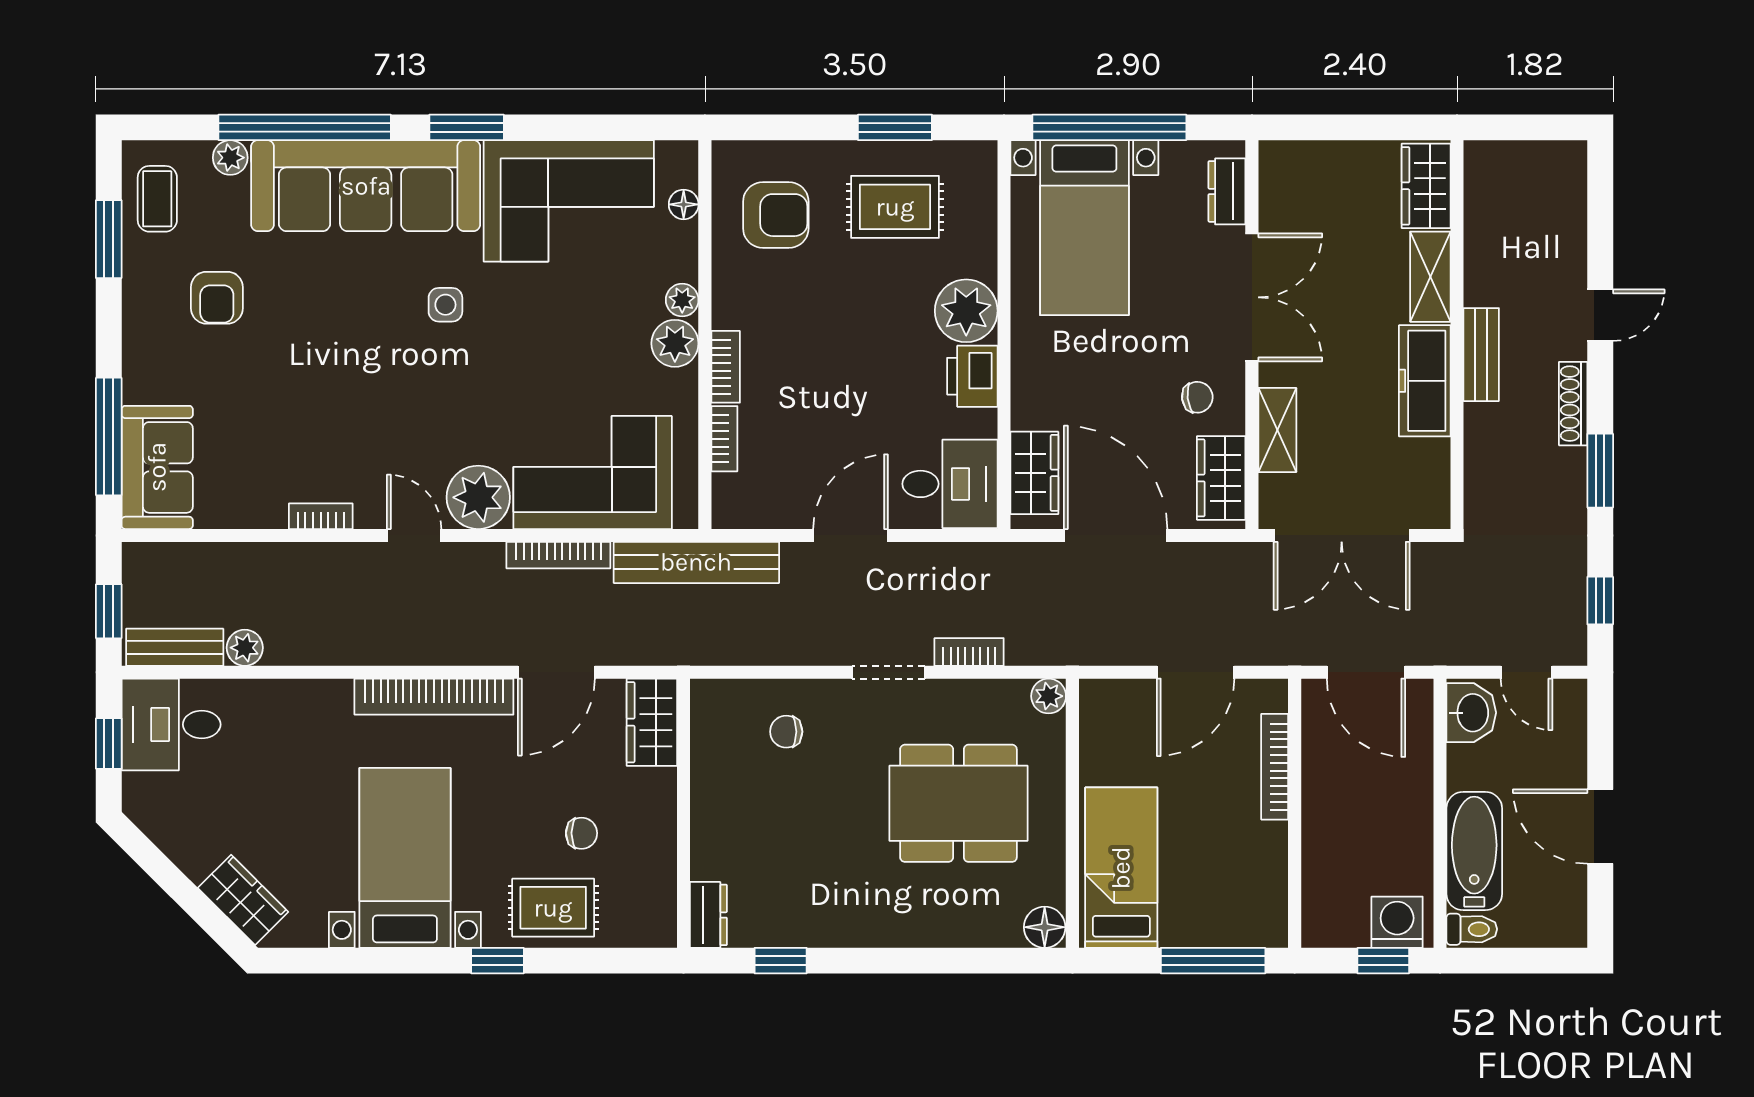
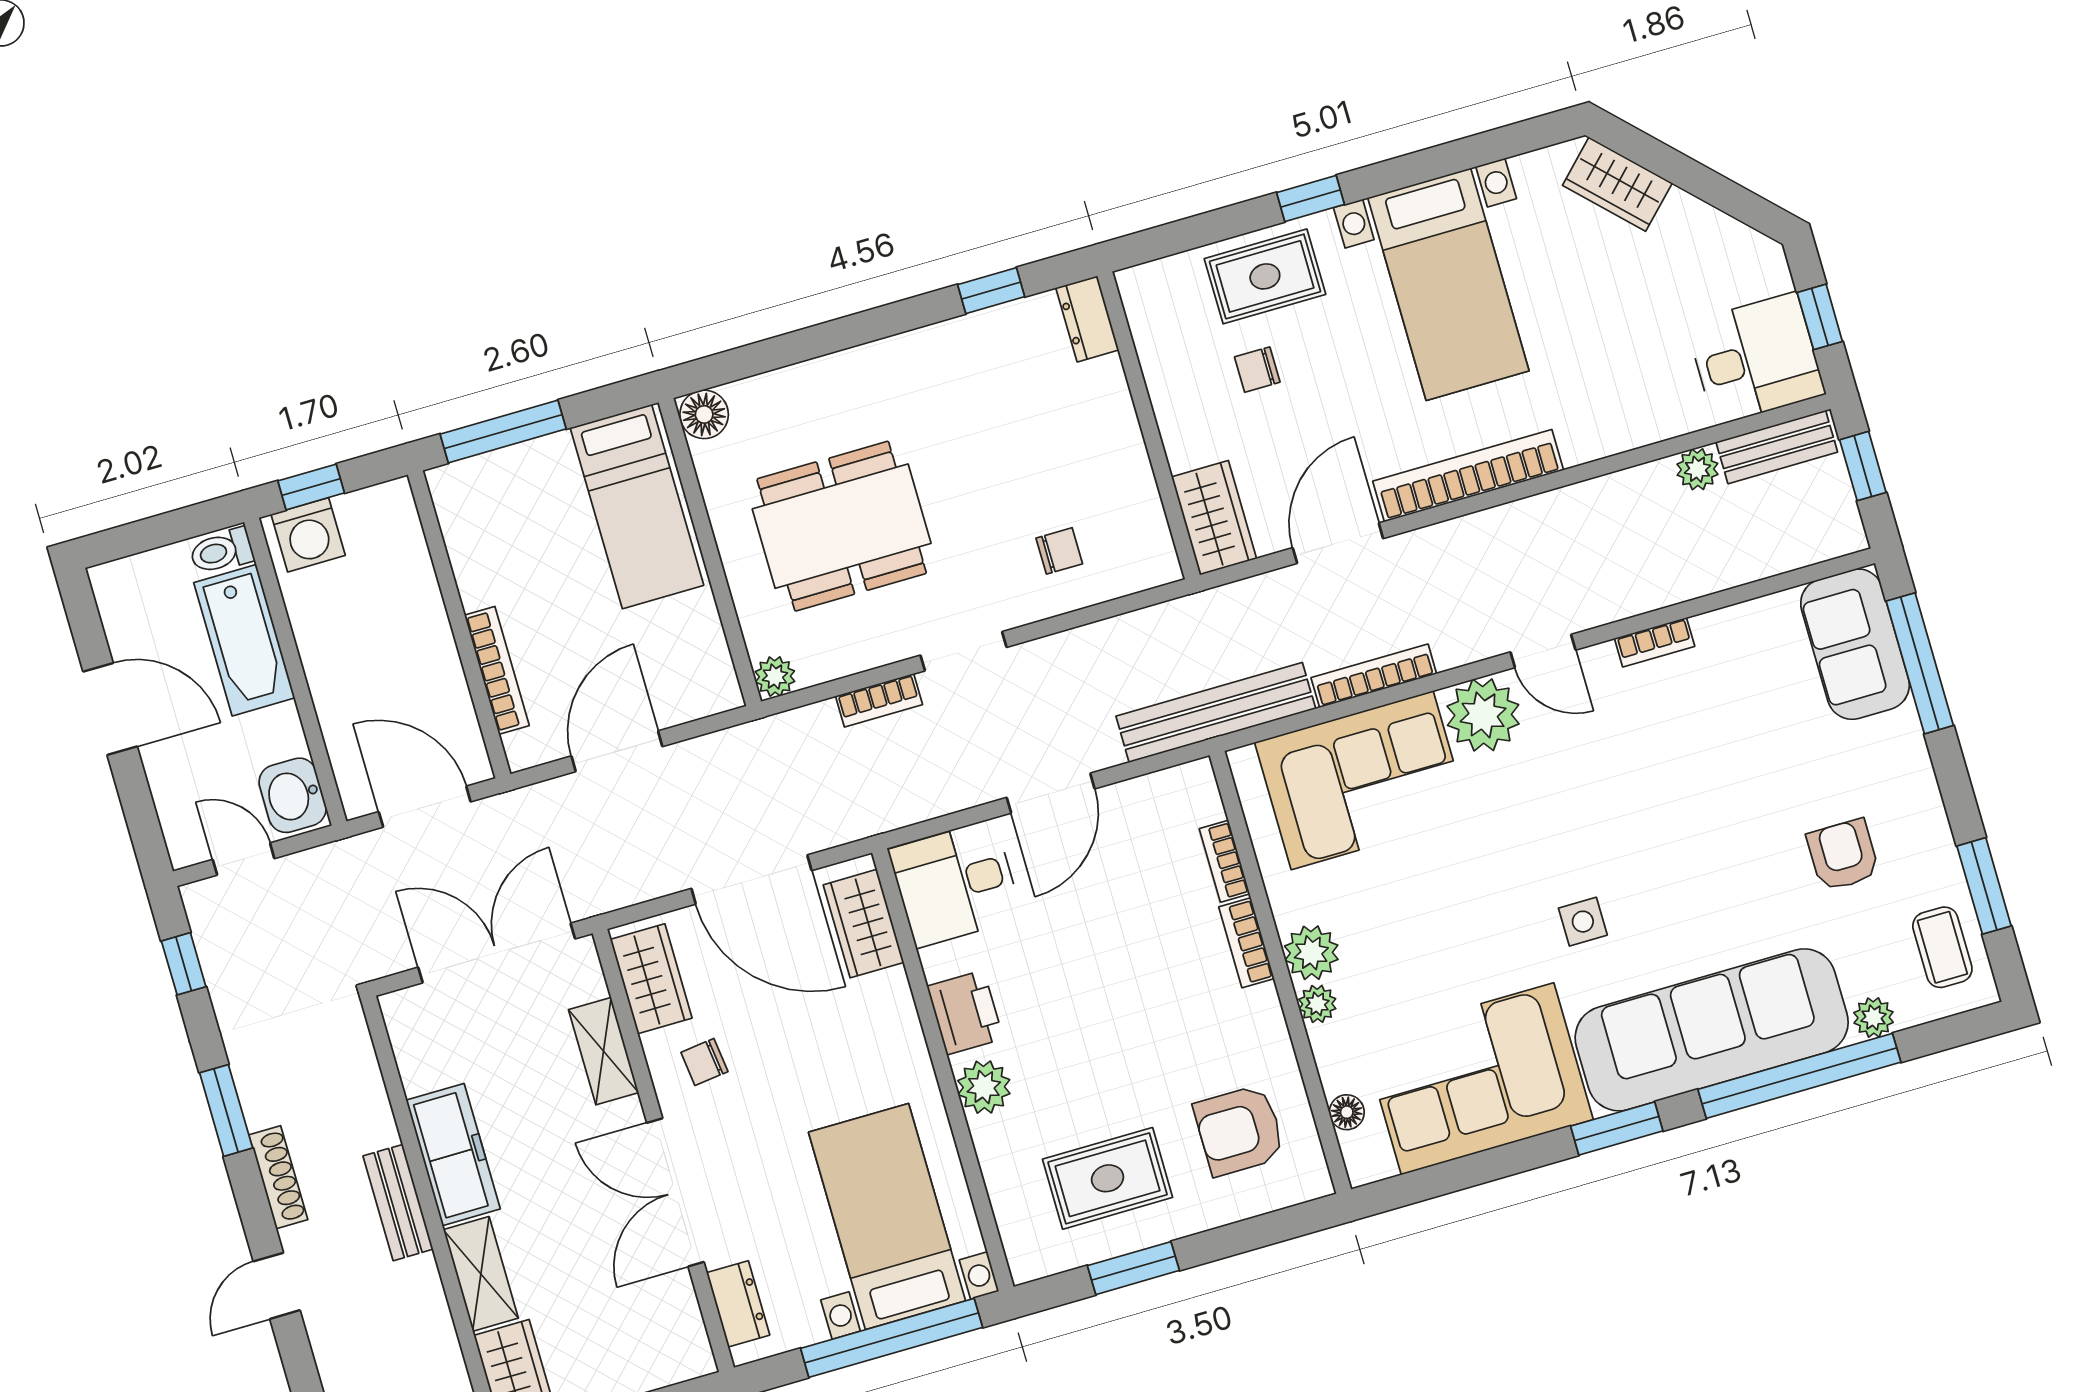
plant: (966, 311) -> (984, 1087), width x0.73, depth x0.73

